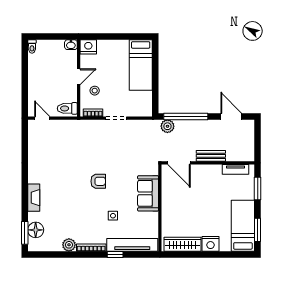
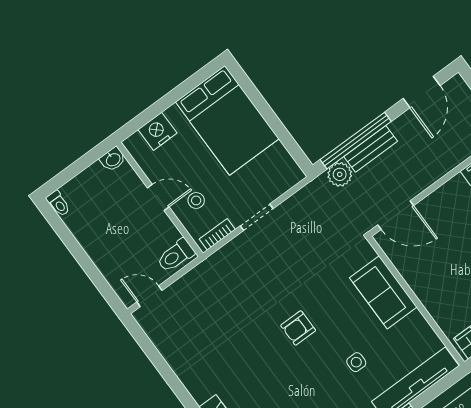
nightstand: (88, 47) -> (157, 131), moved
bed: (141, 65) -> (227, 120), width x1.50
door: (79, 77) -> (158, 197), hinge flipped
door: (231, 116) -> (422, 92), swing flipped
bench: (211, 156) -> (371, 149), moved
armchair: (98, 181) -> (298, 328), turned 180

